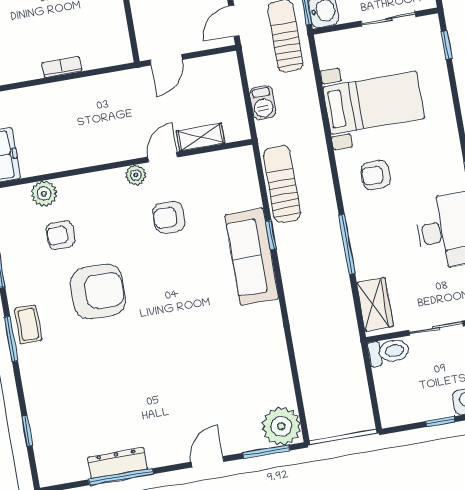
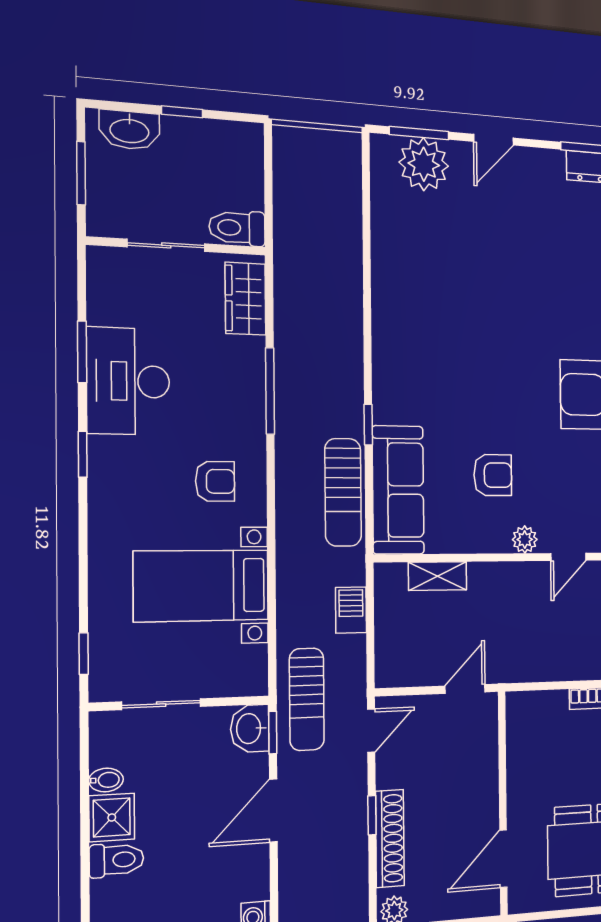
door: (163, 157) -> (568, 557), moved
sofa: (252, 257) -> (398, 490), moved
plant: (281, 426) -> (424, 164), moved

